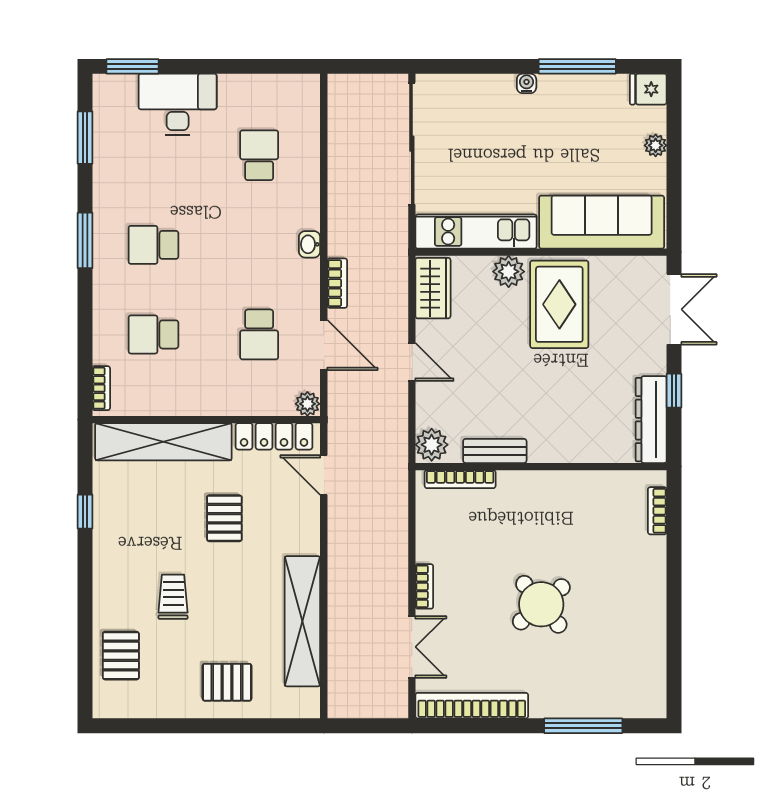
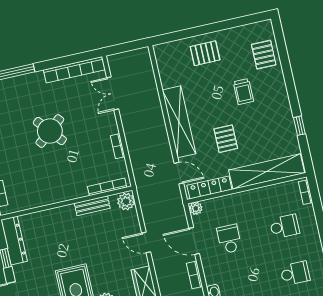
bookcase: (424, 586) -> (118, 146), moved
shelving: (302, 621) -> (179, 122), moved

